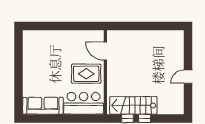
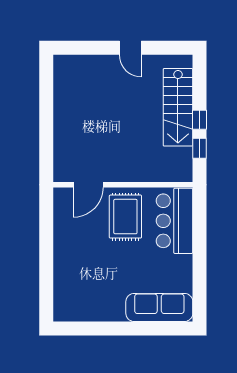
stairs: (133, 105) -> (178, 107), moved
sofa: (43, 106) -> (159, 307), moved, turned 90

